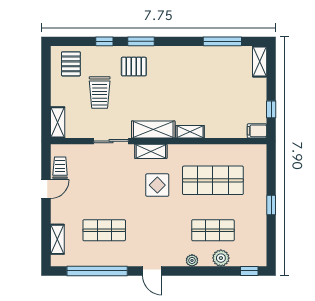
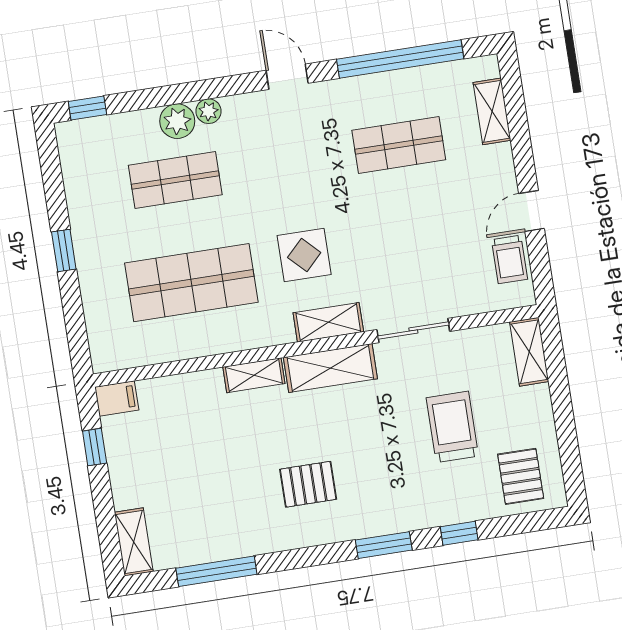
pallet: (134, 67) -> (308, 484), moved
plant: (221, 258) -> (177, 121), moved

